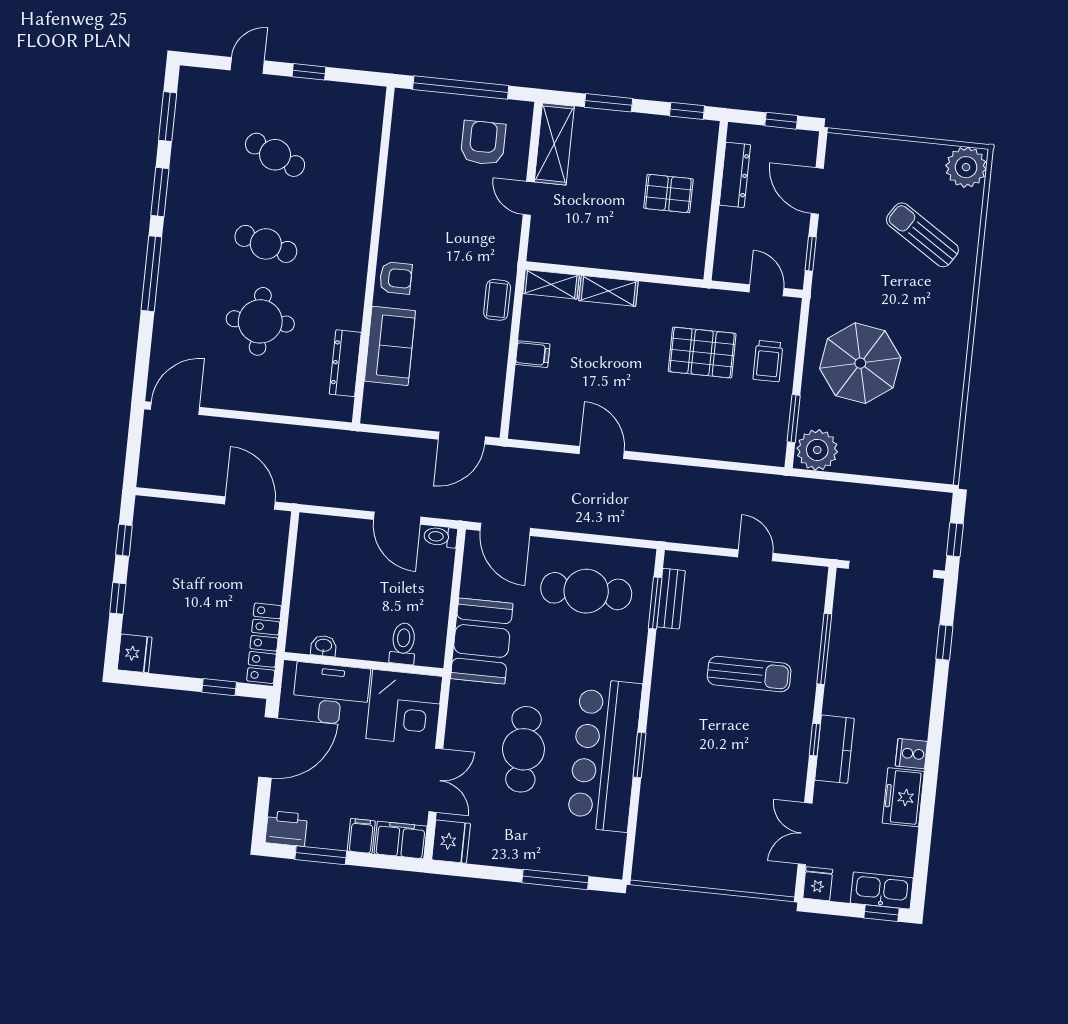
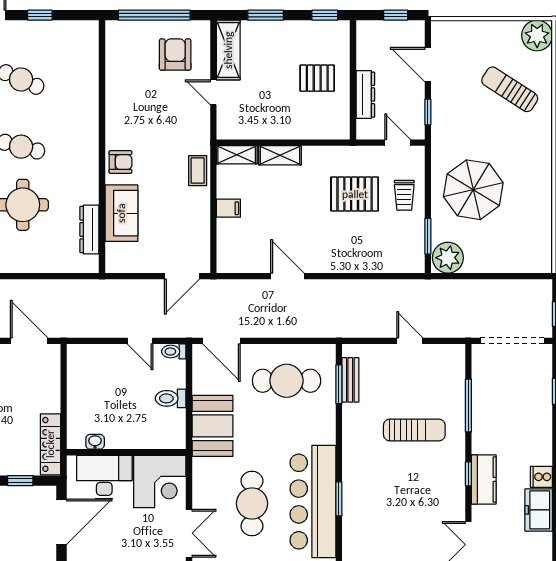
dresser: (735, 175) -> (365, 95), moved
door: (397, 518) -> (140, 341), width x0.73
toilet: (403, 644) -> (171, 398), moved, turned -90

